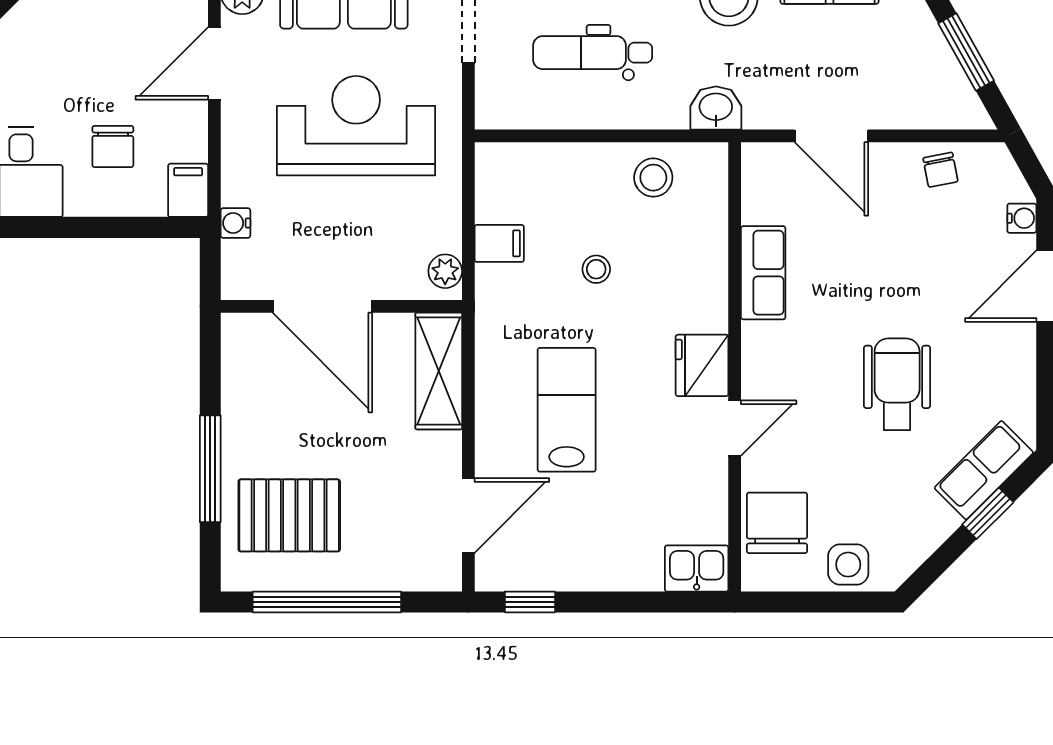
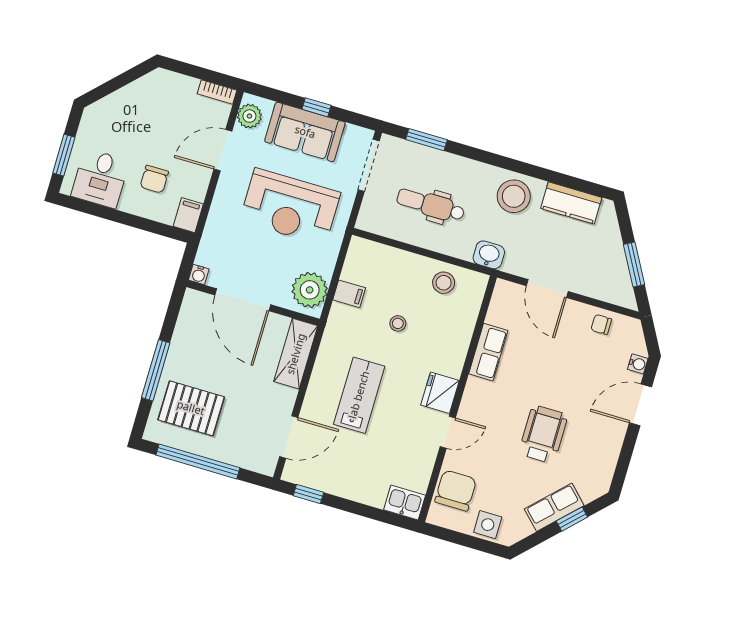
reception desk: (356, 126) -> (290, 207), turned 180
chair: (941, 170) -> (601, 324), turned 101
water cooler: (235, 223) -> (199, 274), moved, turned -90
plant: (445, 271) -> (310, 290), width x1.87, depth x1.87
row of seats: (984, 470) -> (554, 507), moved

